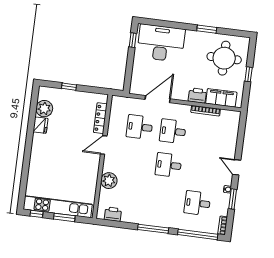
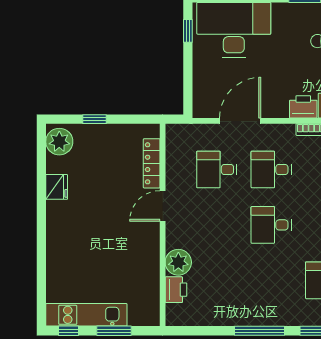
plant: (44, 109) -> (59, 142), moved
kitchen unit: (58, 207) -> (86, 315), width x0.73
printer: (113, 214) -> (176, 290), moved, turned 90

